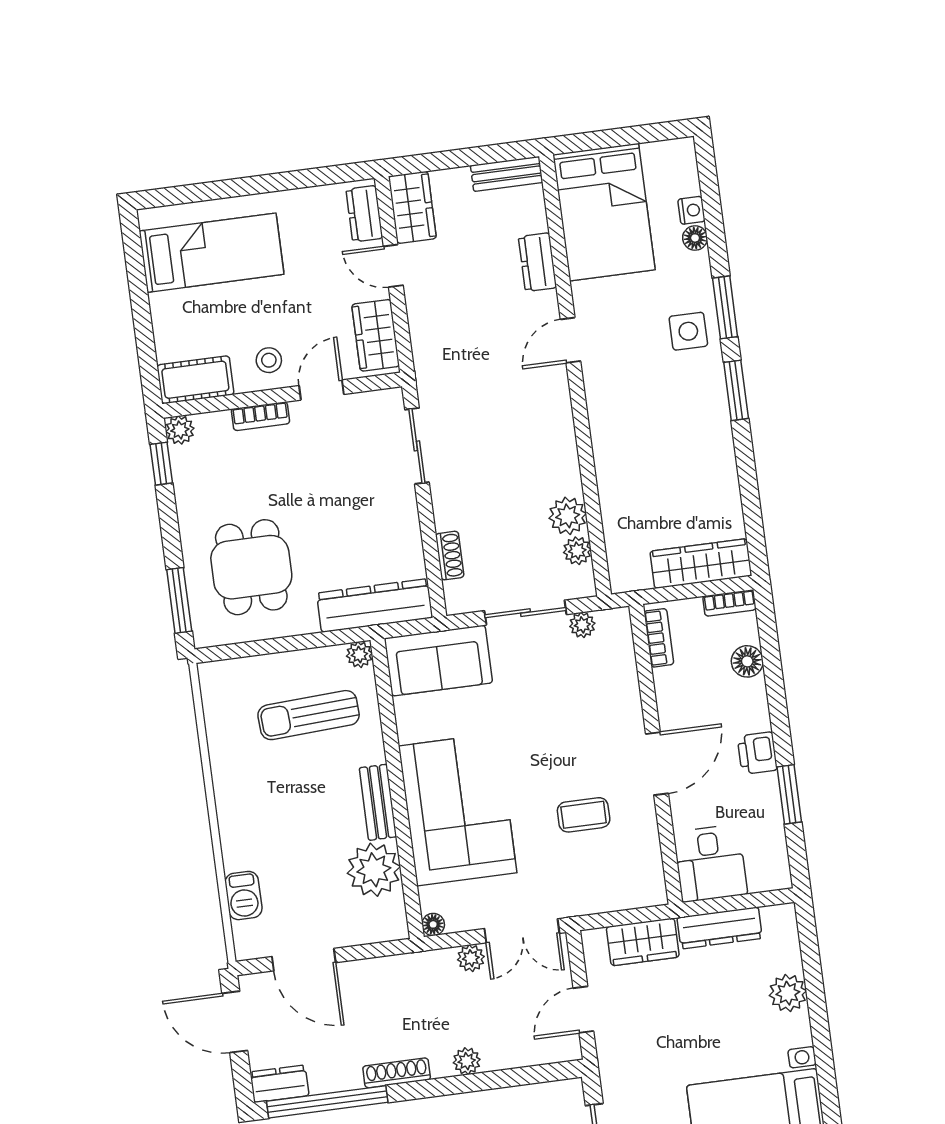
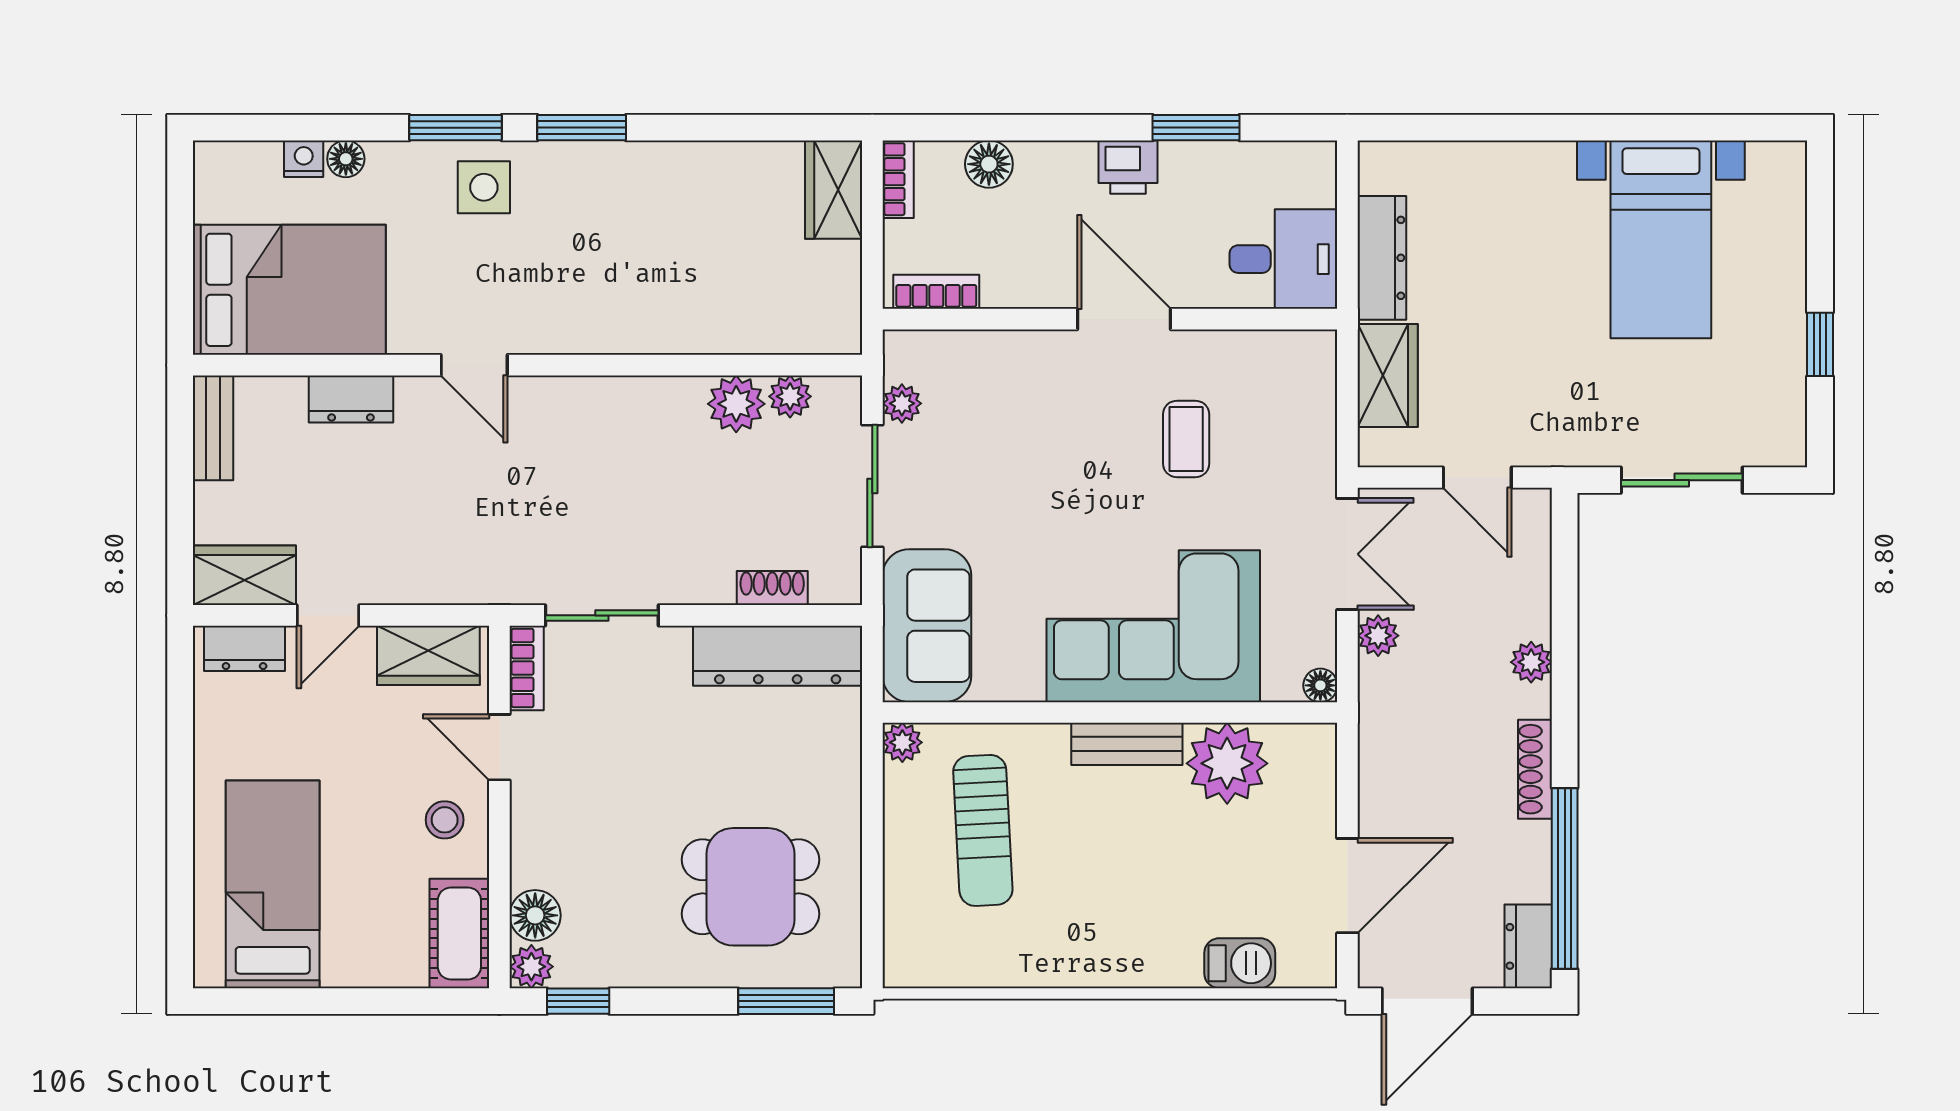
bookcase: (260, 416) -> (527, 668), moved
floor lamp: (214, 428) -> (535, 915), added
wardrobe: (701, 564) -> (834, 190), width x0.67
dresser: (375, 605) -> (778, 656), moved, turned -90
plant: (788, 993) -> (1493, 169), removed

